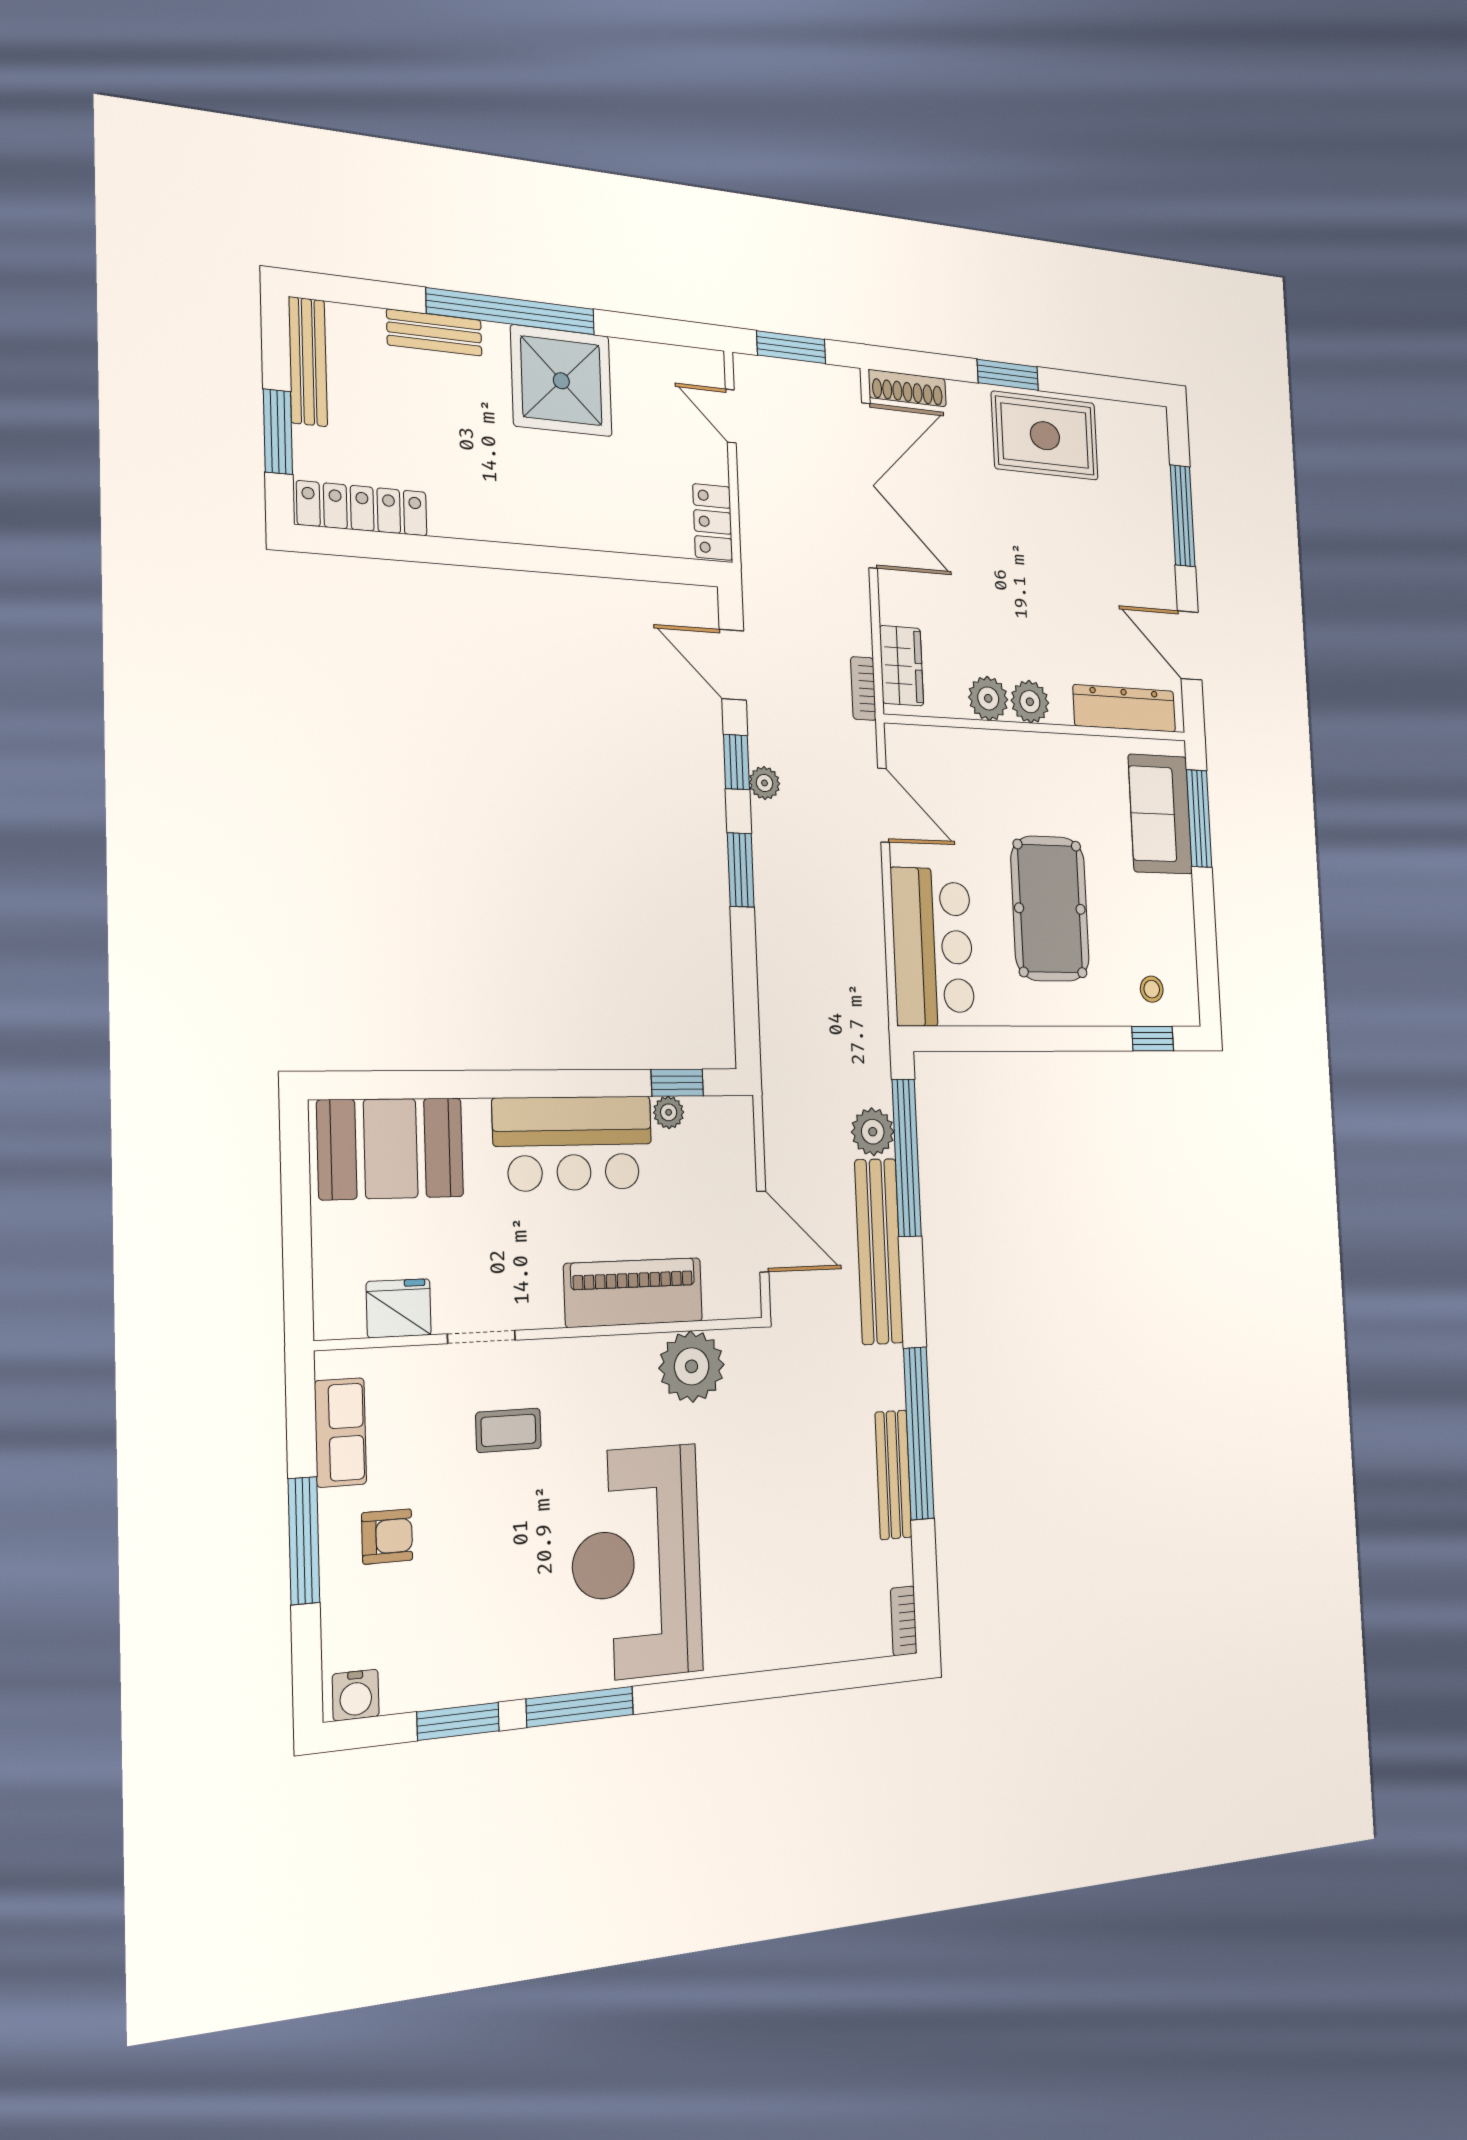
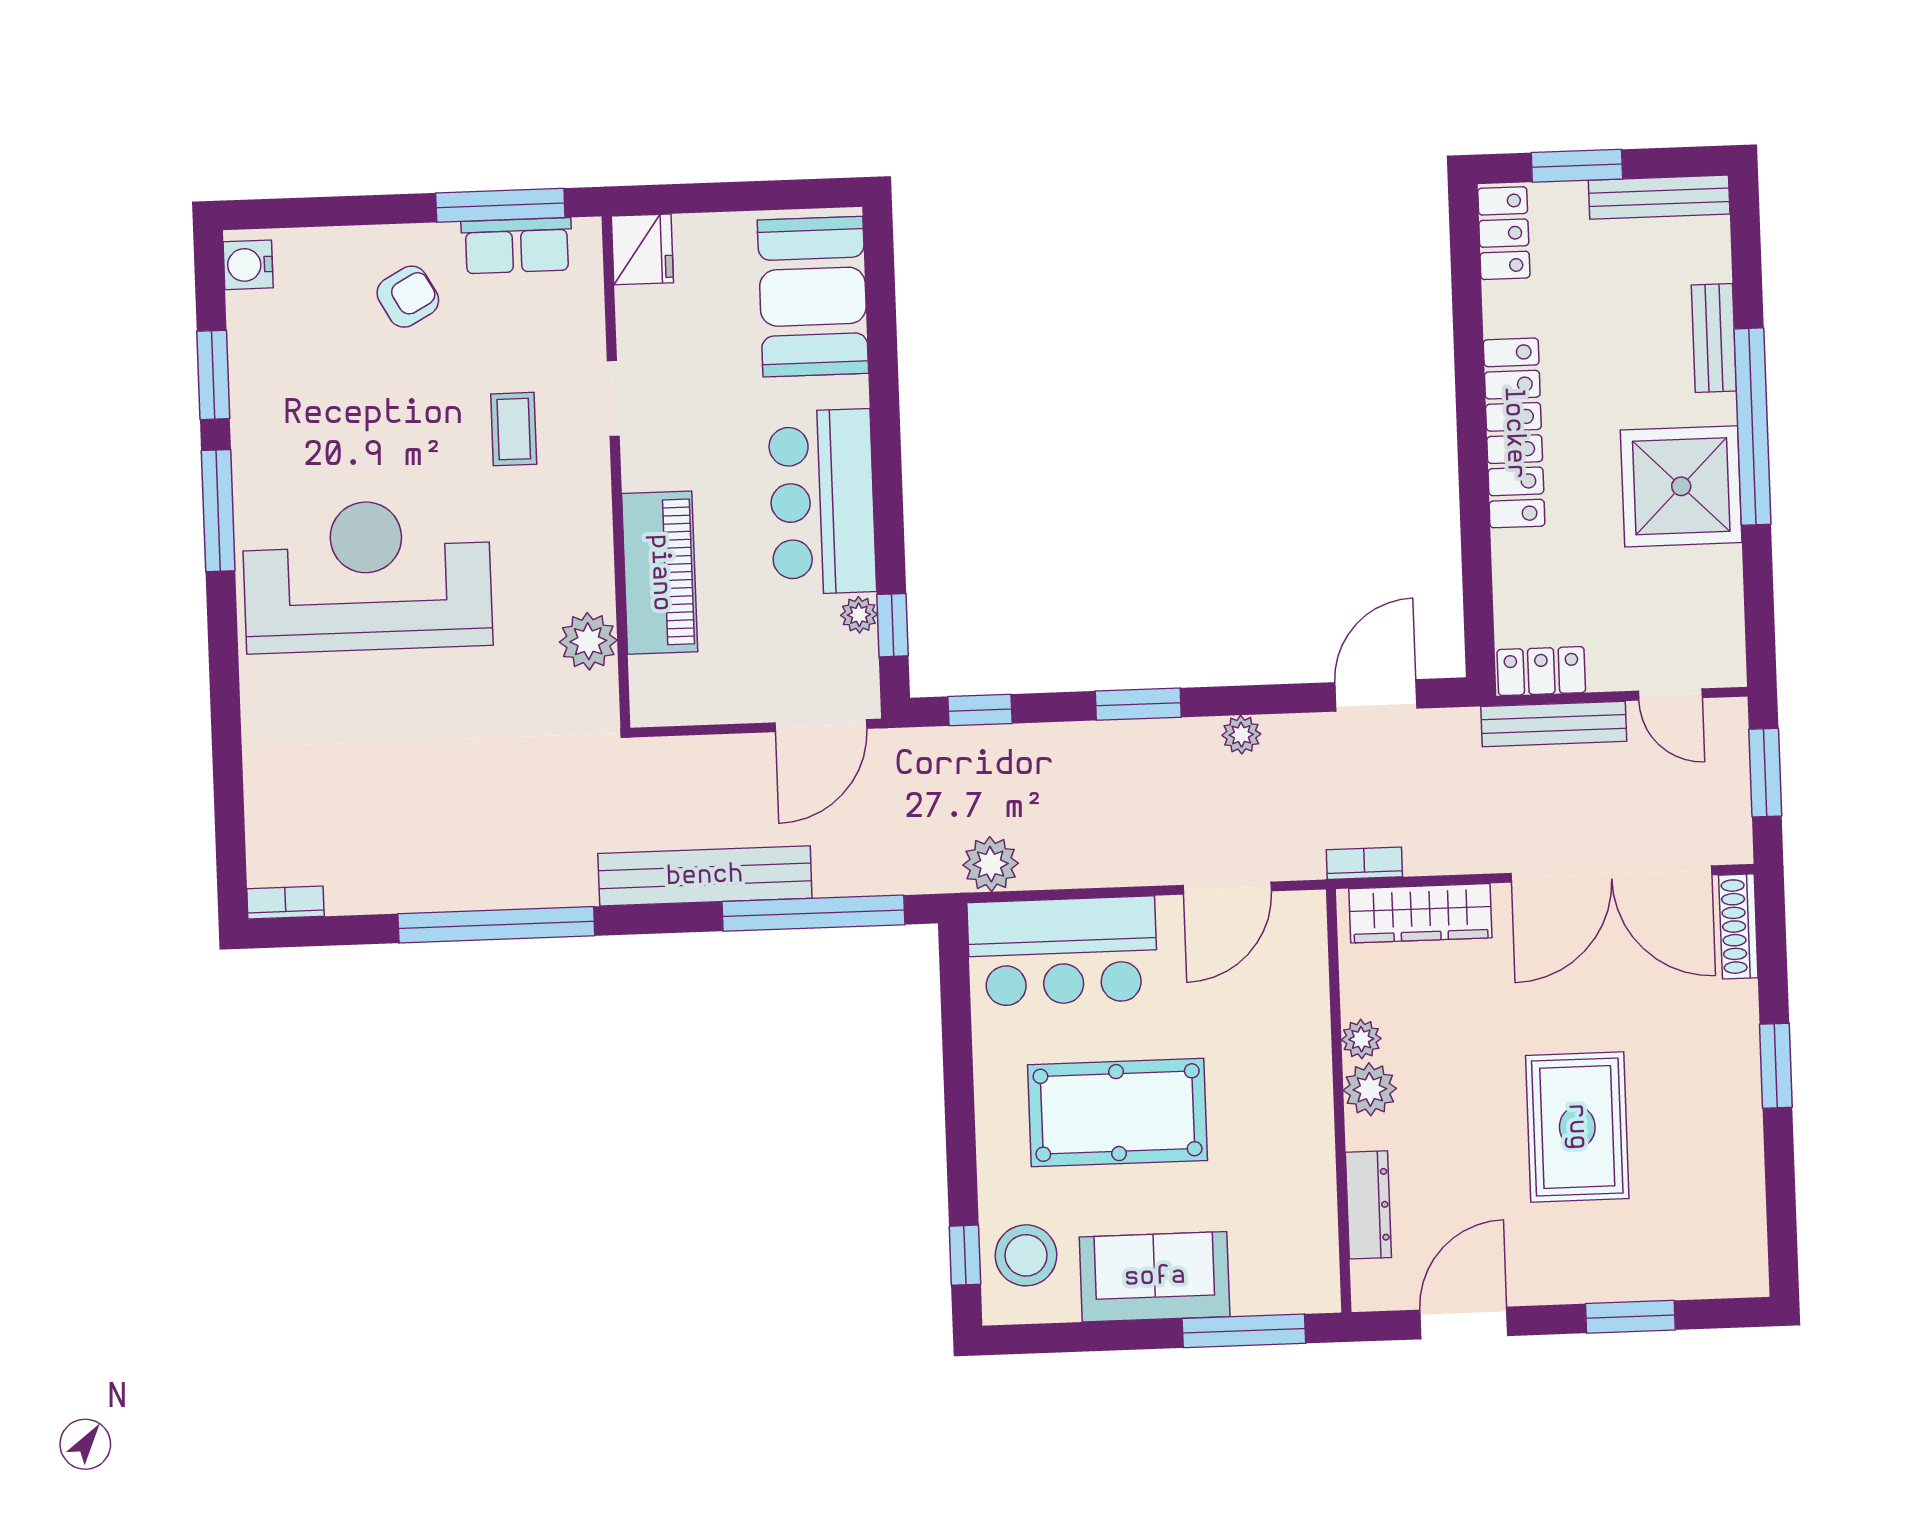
door: (731, 416) -> (1670, 694), swing flipped
rug: (1045, 436) -> (1577, 1127), moved
locker: (362, 508) -> (1504, 233), width x0.66
window: (1183, 516) -> (1630, 1317), width x0.69
locker: (516, 520) -> (1514, 433), added
wardrobe: (901, 666) -> (1420, 913), width x1.50
plant: (988, 698) -> (1361, 1039), width x0.73, depth x0.73
dresser: (1124, 708) -> (1368, 1205), width x0.73, depth x0.80
window: (736, 762) -> (980, 710), moved
sofa: (1160, 814) -> (1155, 1277), moved
stool: (1152, 989) -> (1026, 1255), width x1.89, depth x1.89
plant: (873, 1132) -> (991, 864), moved
door: (763, 1231) -> (821, 726), moved
fridge: (399, 1308) -> (642, 249), moved
plant: (692, 1366) -> (588, 641), width x0.73, depth x0.73
bench: (893, 1475) -> (1554, 724), moved
armchair: (387, 1537) -> (408, 297), turned -119
window: (304, 1541) -> (500, 205), moved

